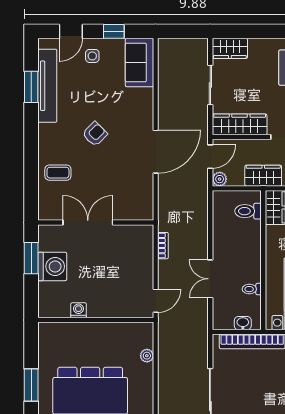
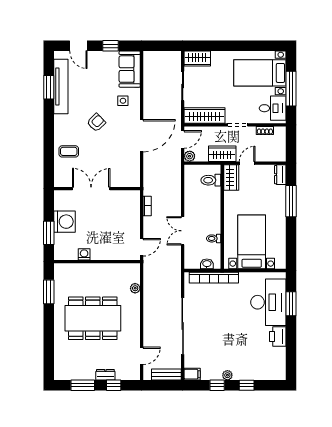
door: (71, 31) -> (78, 46), hinge flipped
side table: (92, 56) -> (123, 101), moved
window: (31, 258) -> (49, 233), moved
window: (31, 385) -> (49, 292), moved

